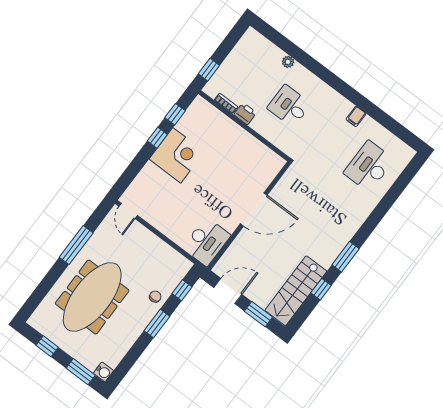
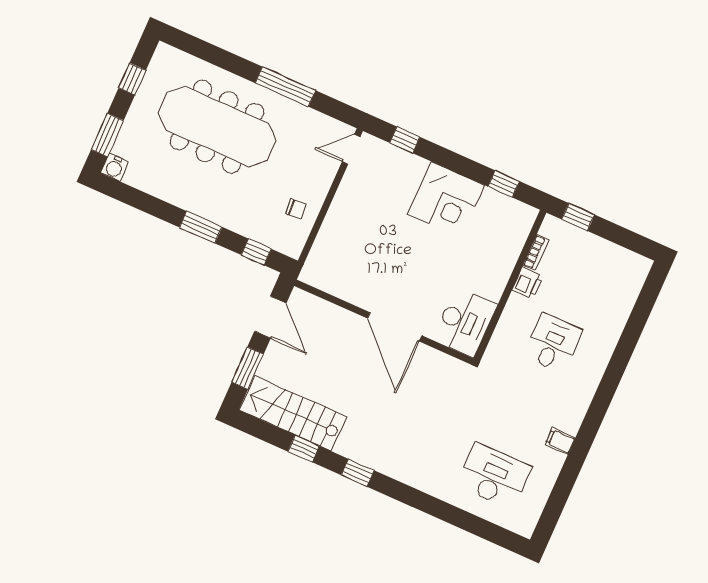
plant: (288, 62) -> (615, 327), removed
window: (157, 138) -> (405, 140), moved
desk: (206, 242) -> (465, 322), moved, turned -90
window: (346, 257) -> (358, 473), width x0.67
chair: (155, 297) -> (296, 209), moved

